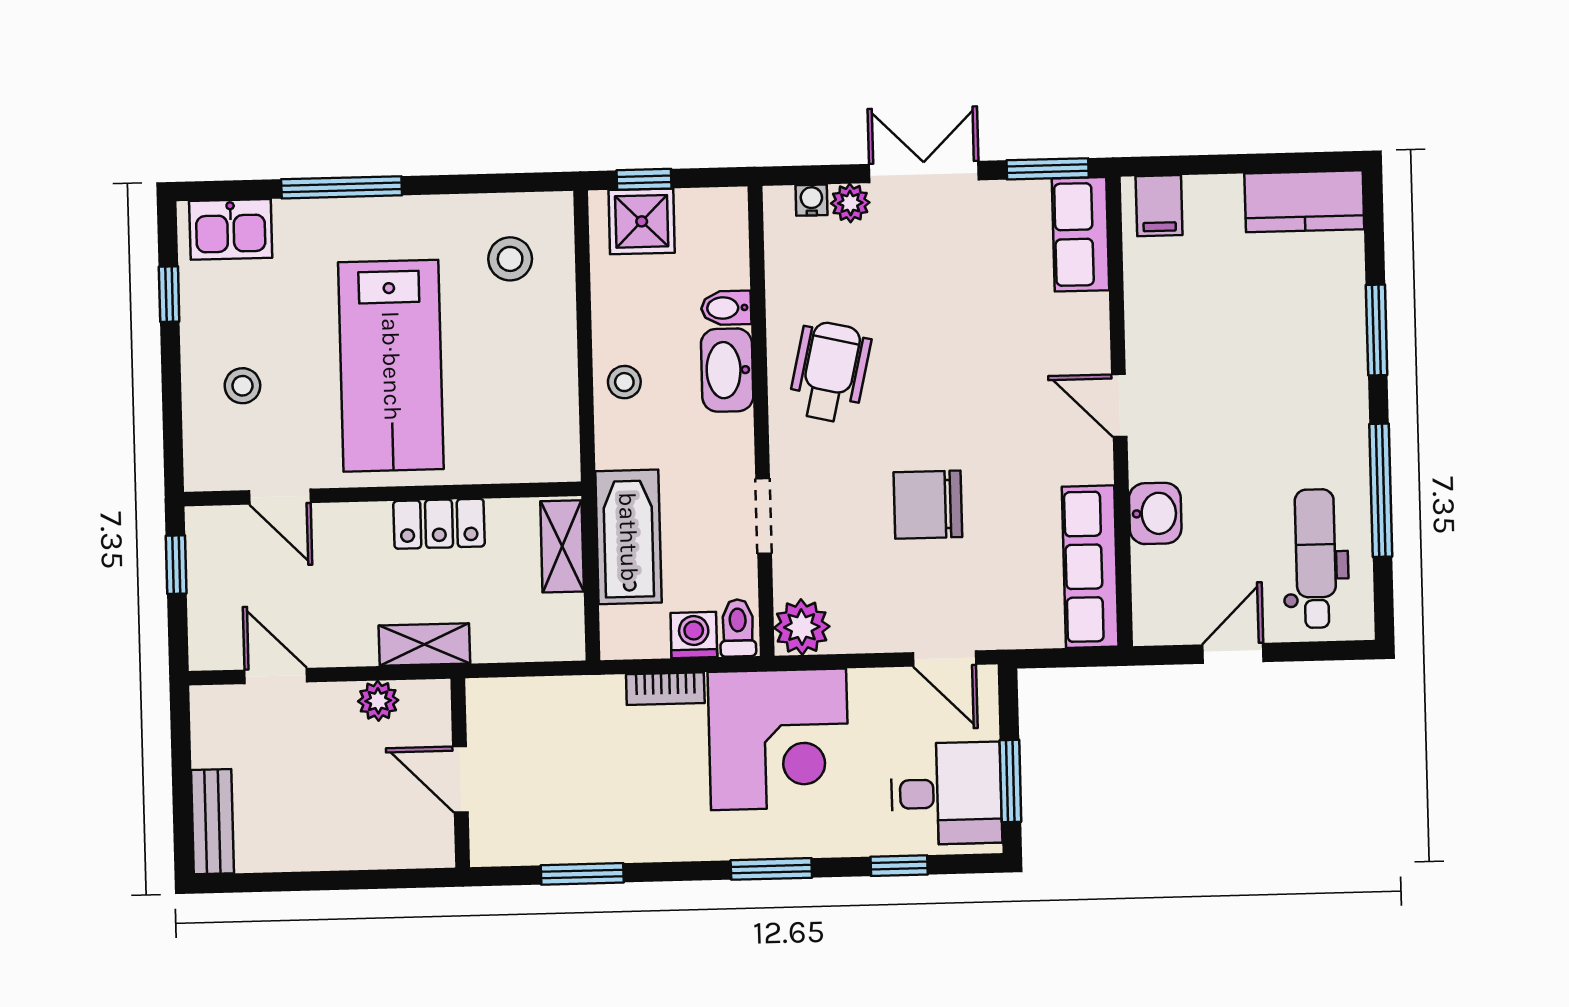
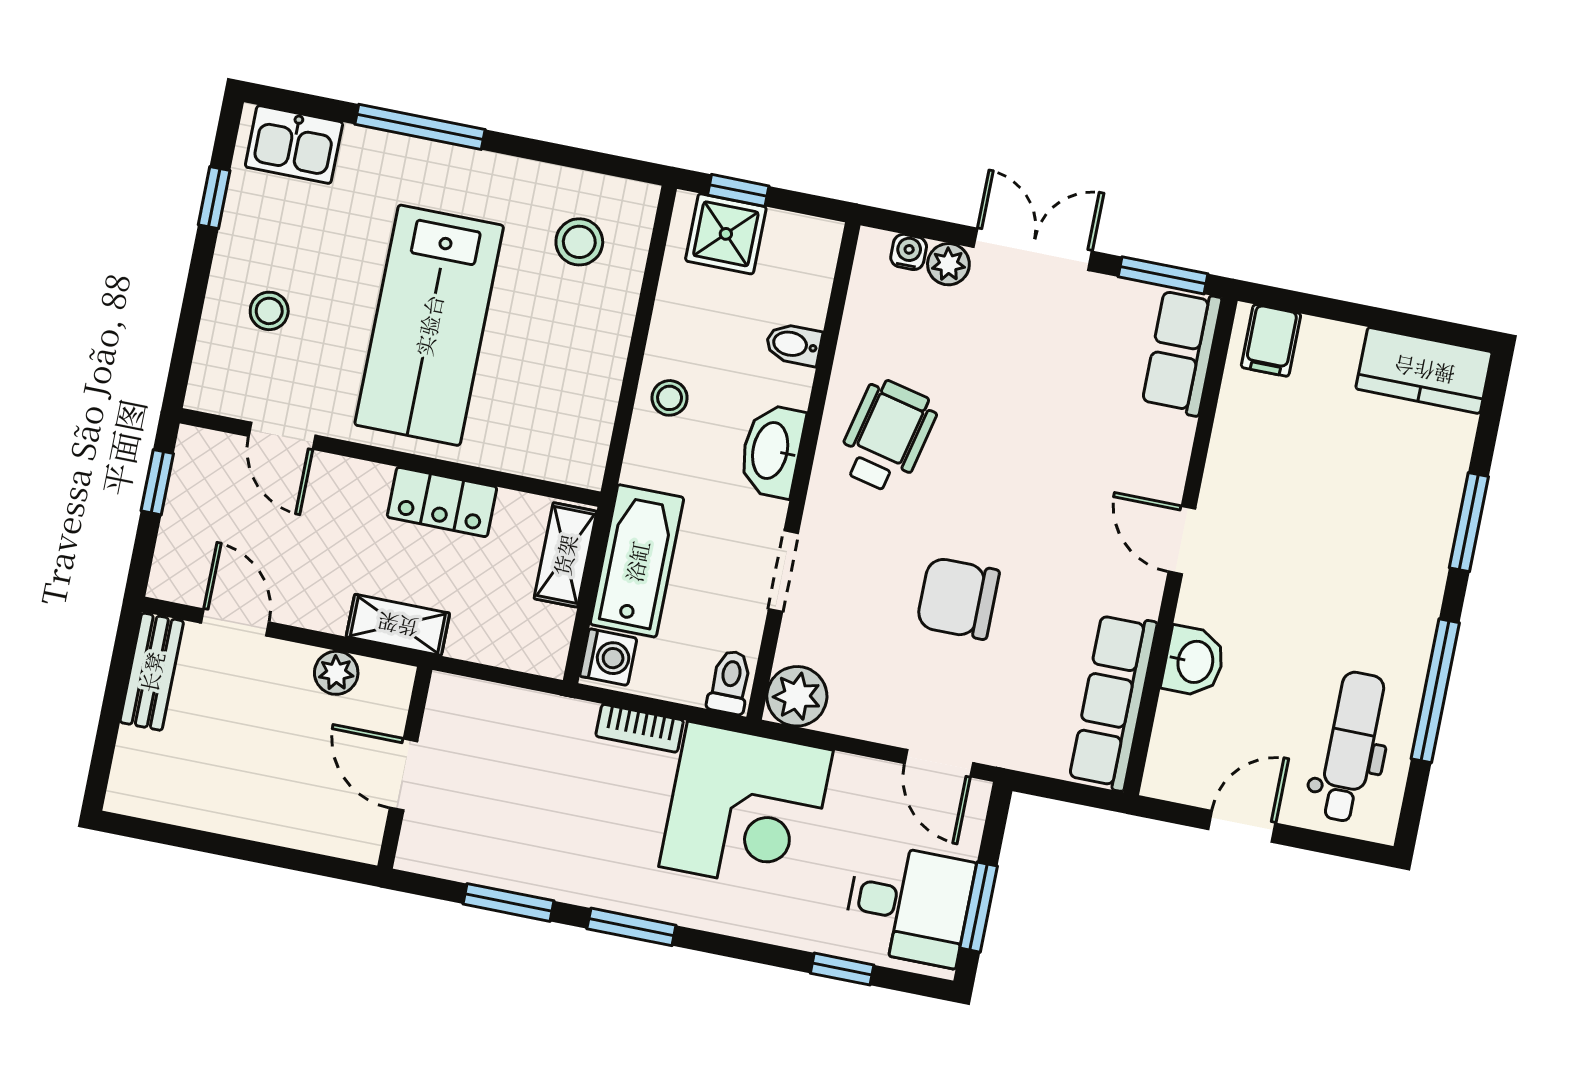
washbasin: (727, 370) -> (772, 451), moved
washing machine: (694, 635) -> (608, 657), moved, turned 90
bench: (213, 822) -> (152, 672), moved
window: (771, 869) -> (631, 927), moved

